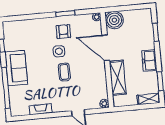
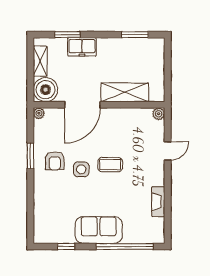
armchair: (63, 32) -> (55, 161), turned -90
freezer: (149, 60) -> (82, 47), moved
shelving: (149, 99) -> (40, 61), moved

